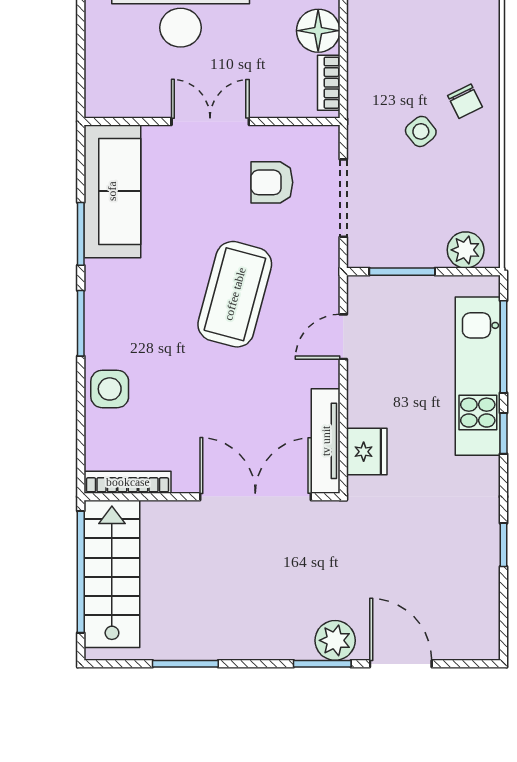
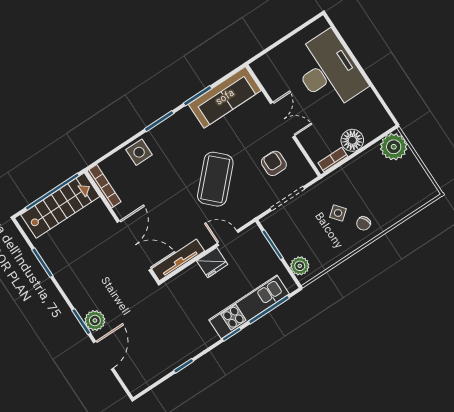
coffee table: (235, 294) -> (215, 179), turned -61
fridge: (367, 452) -> (212, 263), moved

